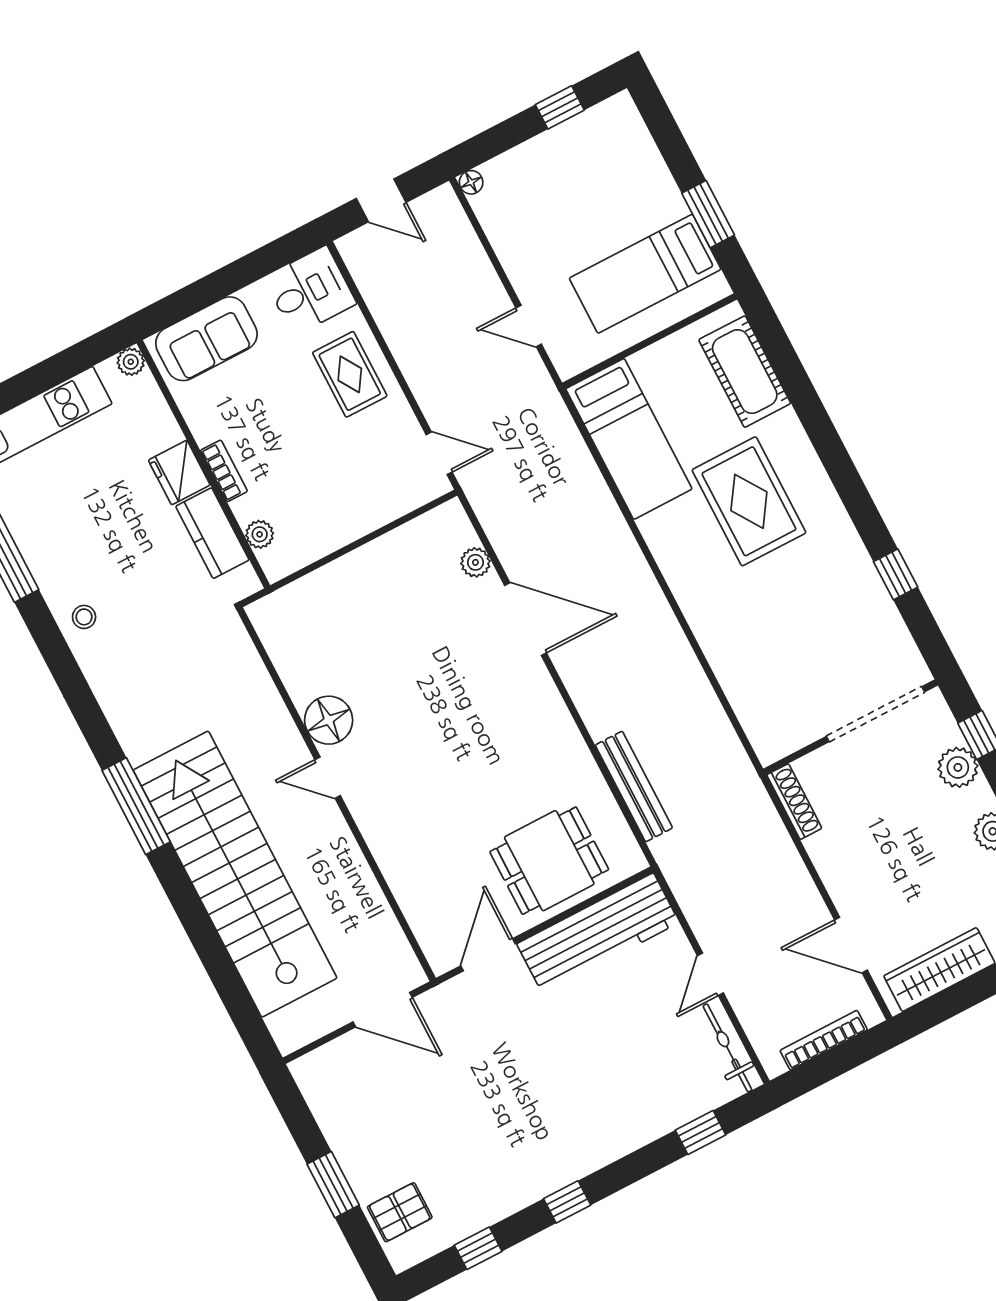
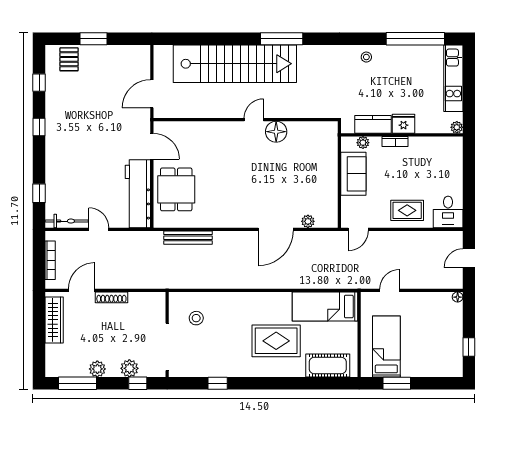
sofa: (206, 339) -> (353, 174), moved, turned 180
stool: (787, 686) -> (196, 318), added
shoe rack: (794, 802) -> (111, 297), moved

